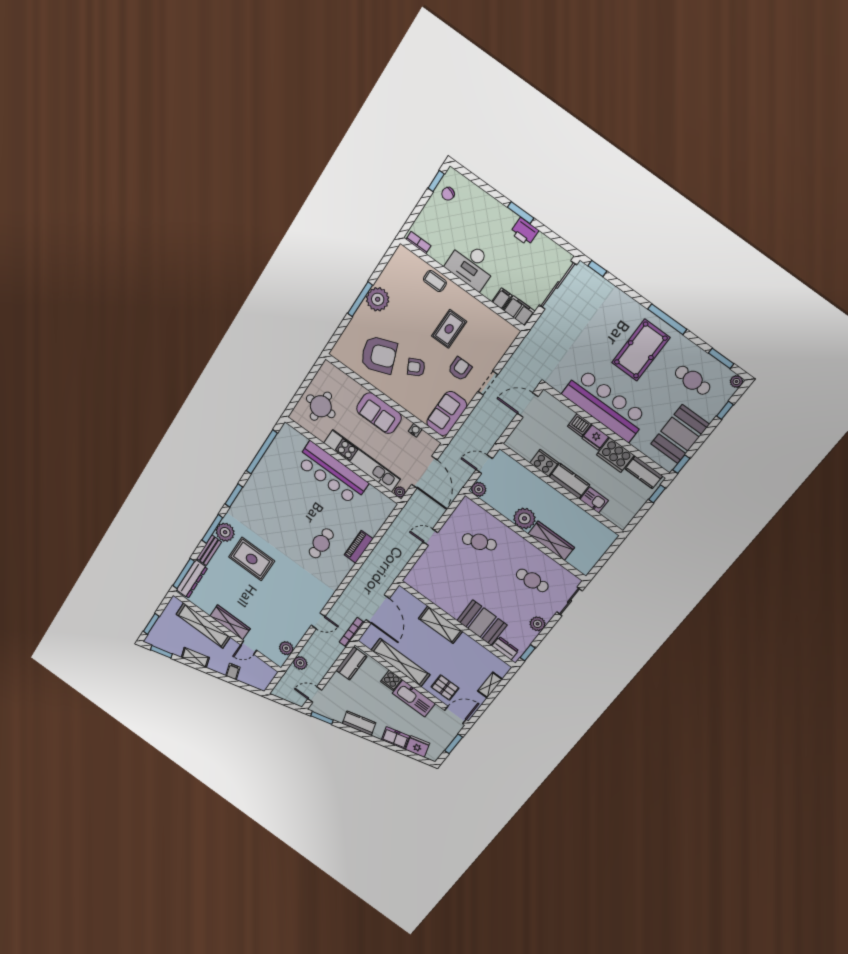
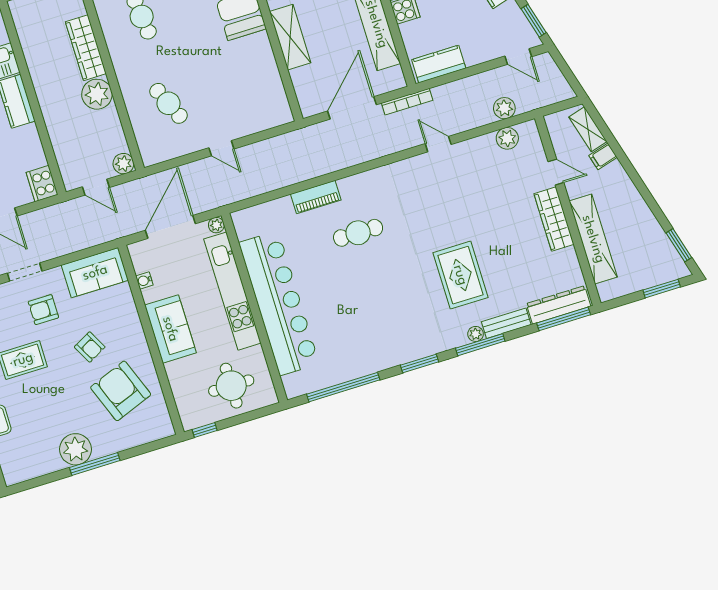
window: (315, 369) -> (205, 430), added
cooker: (544, 463) -> (42, 183), moved
bar counter: (332, 473) -> (279, 303), width x1.36
plant: (225, 532) -> (476, 334), width x0.53, depth x0.53
shelving: (195, 657) -> (588, 129), moved

